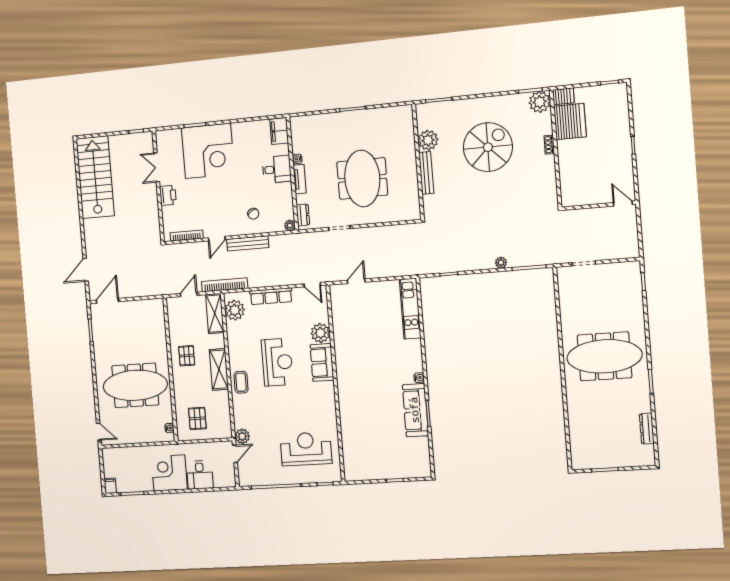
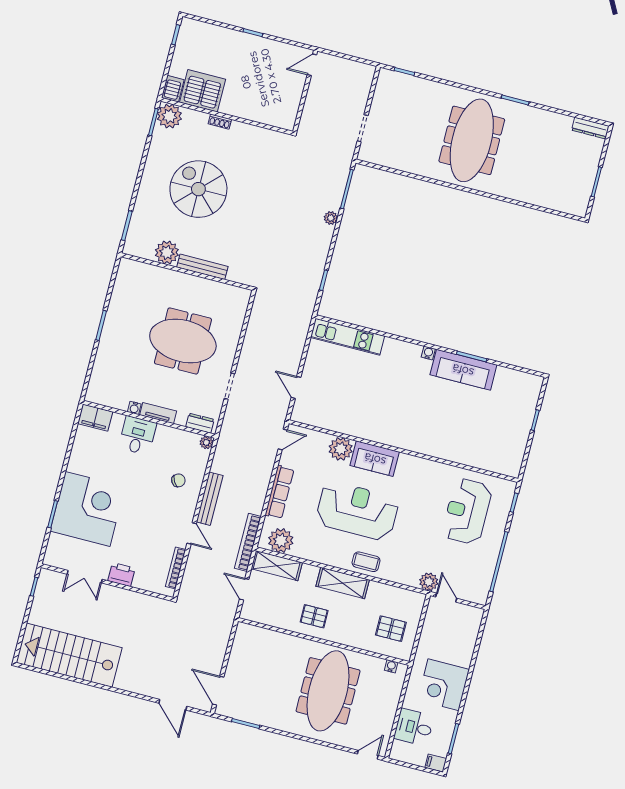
reception desk: (277, 362) -> (357, 511), width x1.36, depth x1.30
dresser: (647, 429) -> (590, 128), moved
desk: (200, 475) -> (414, 727), moved, turned 180

